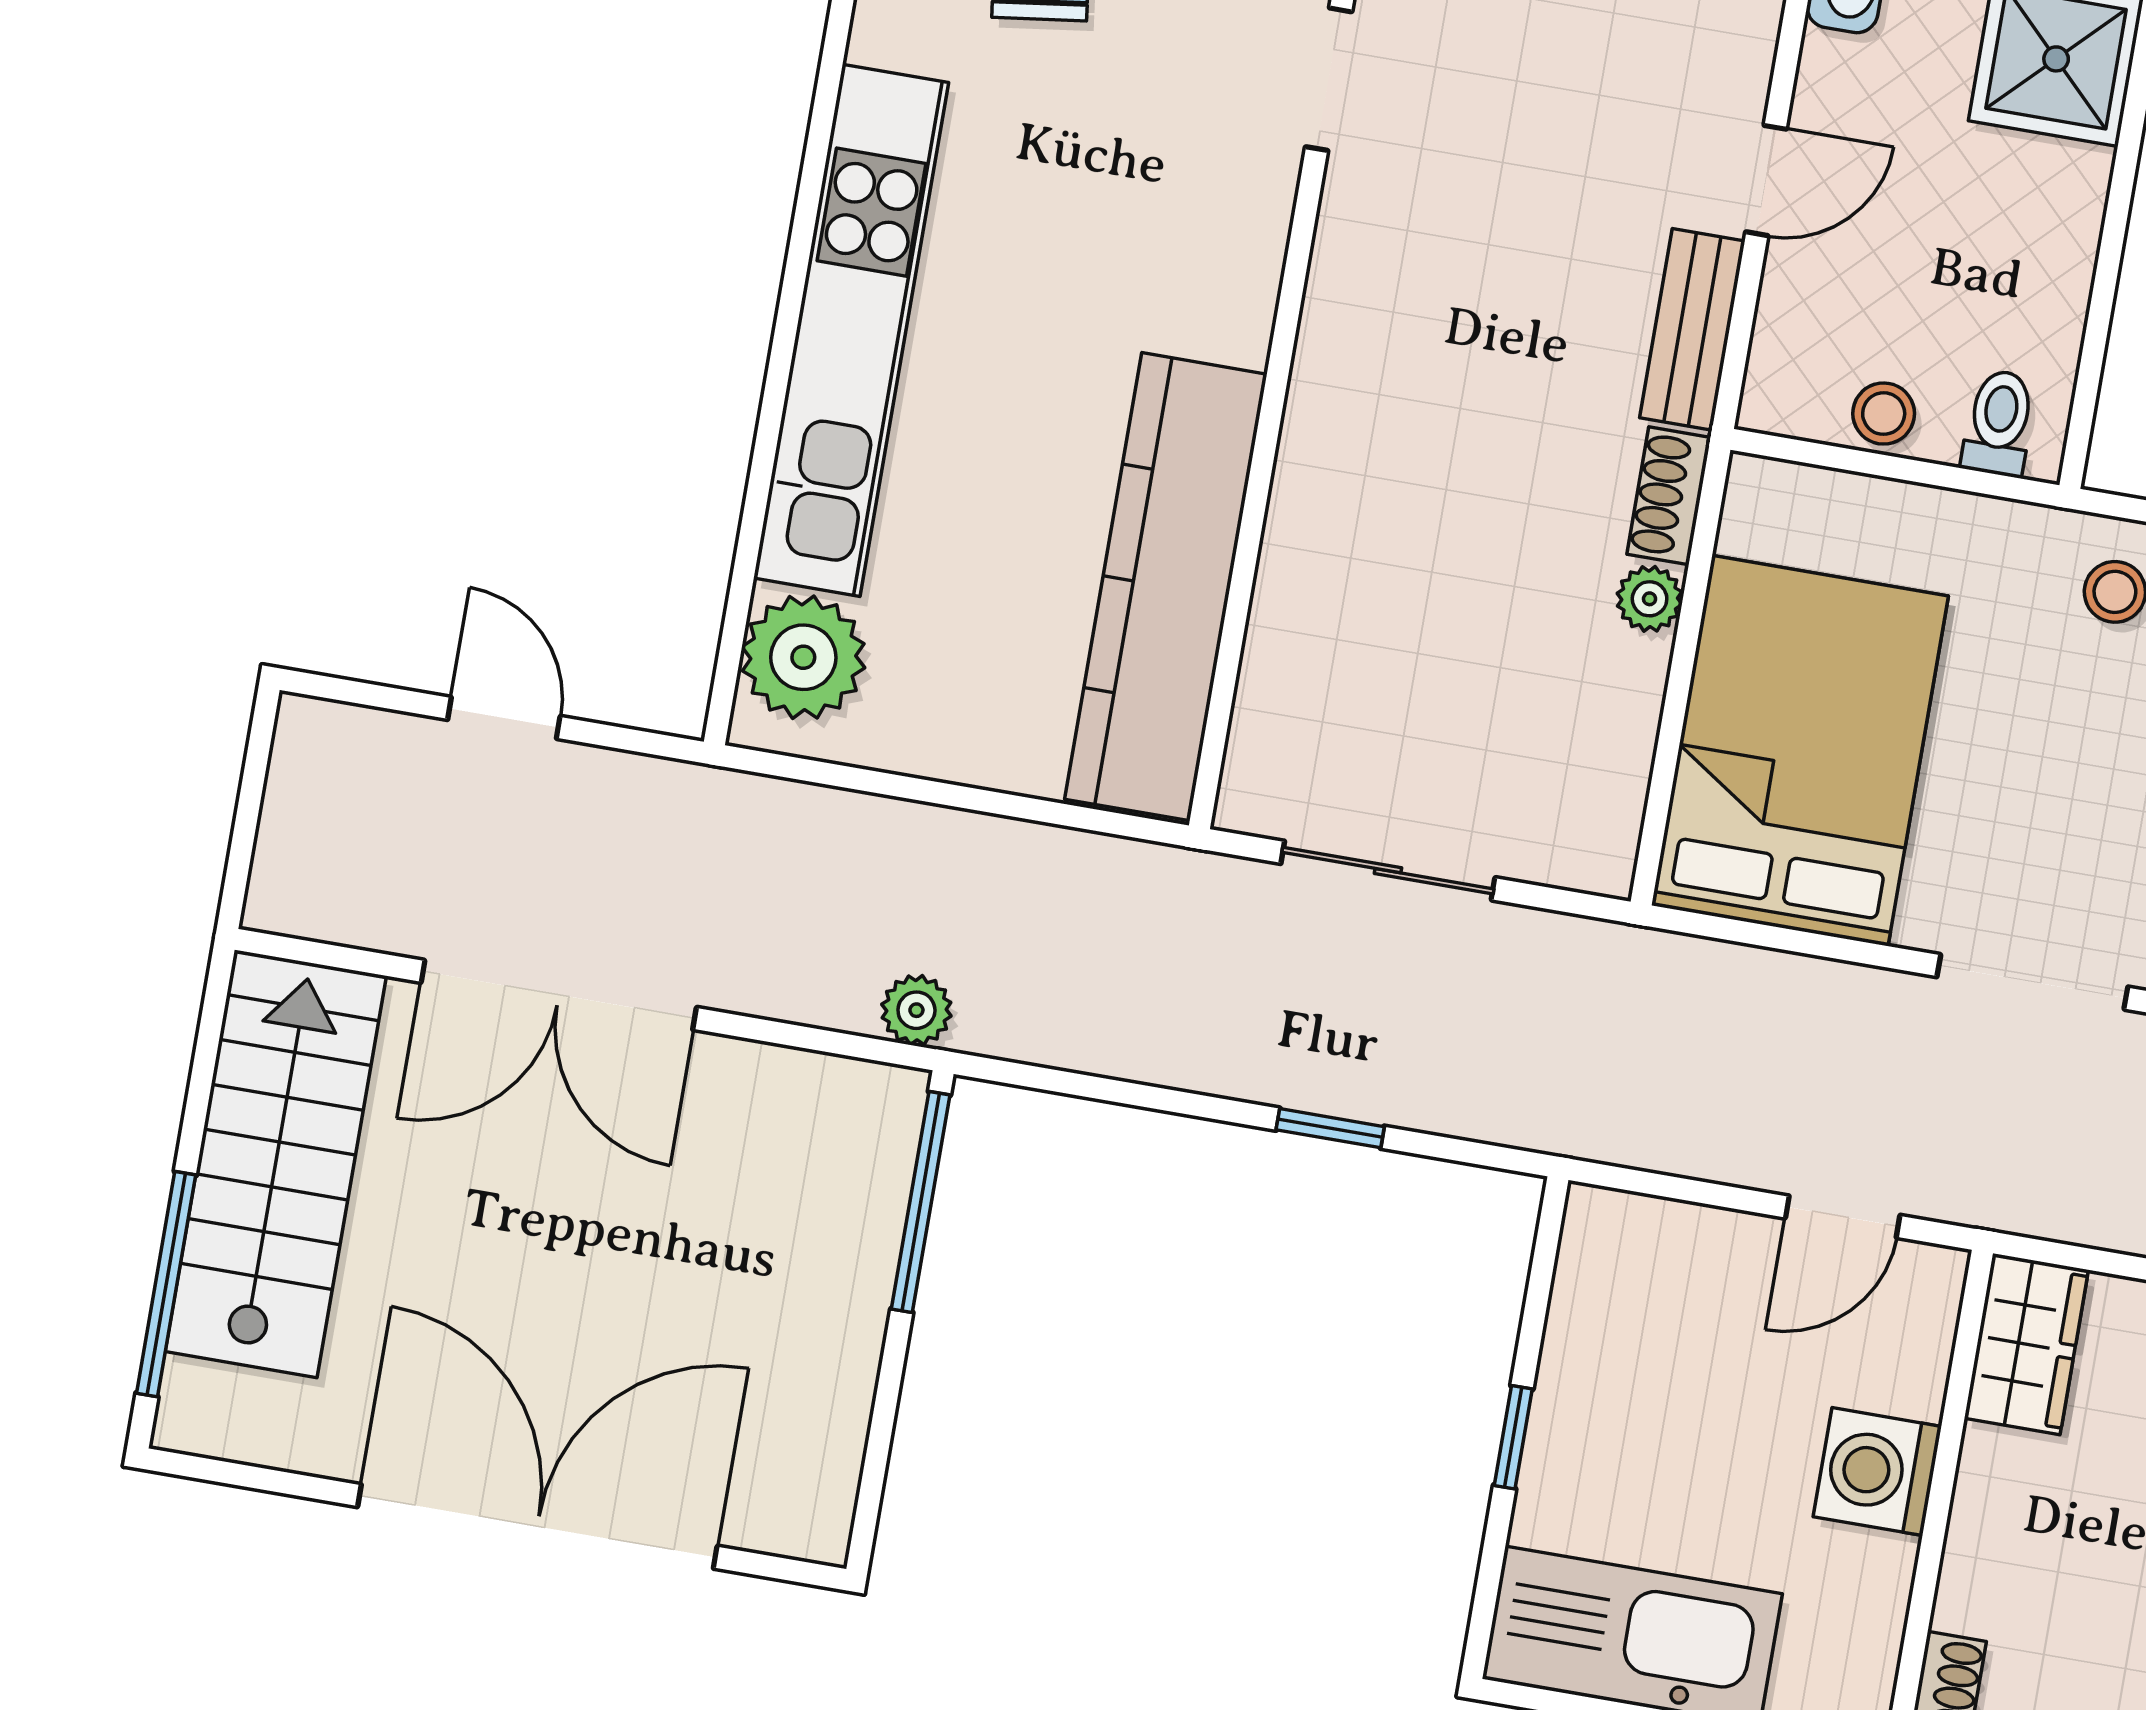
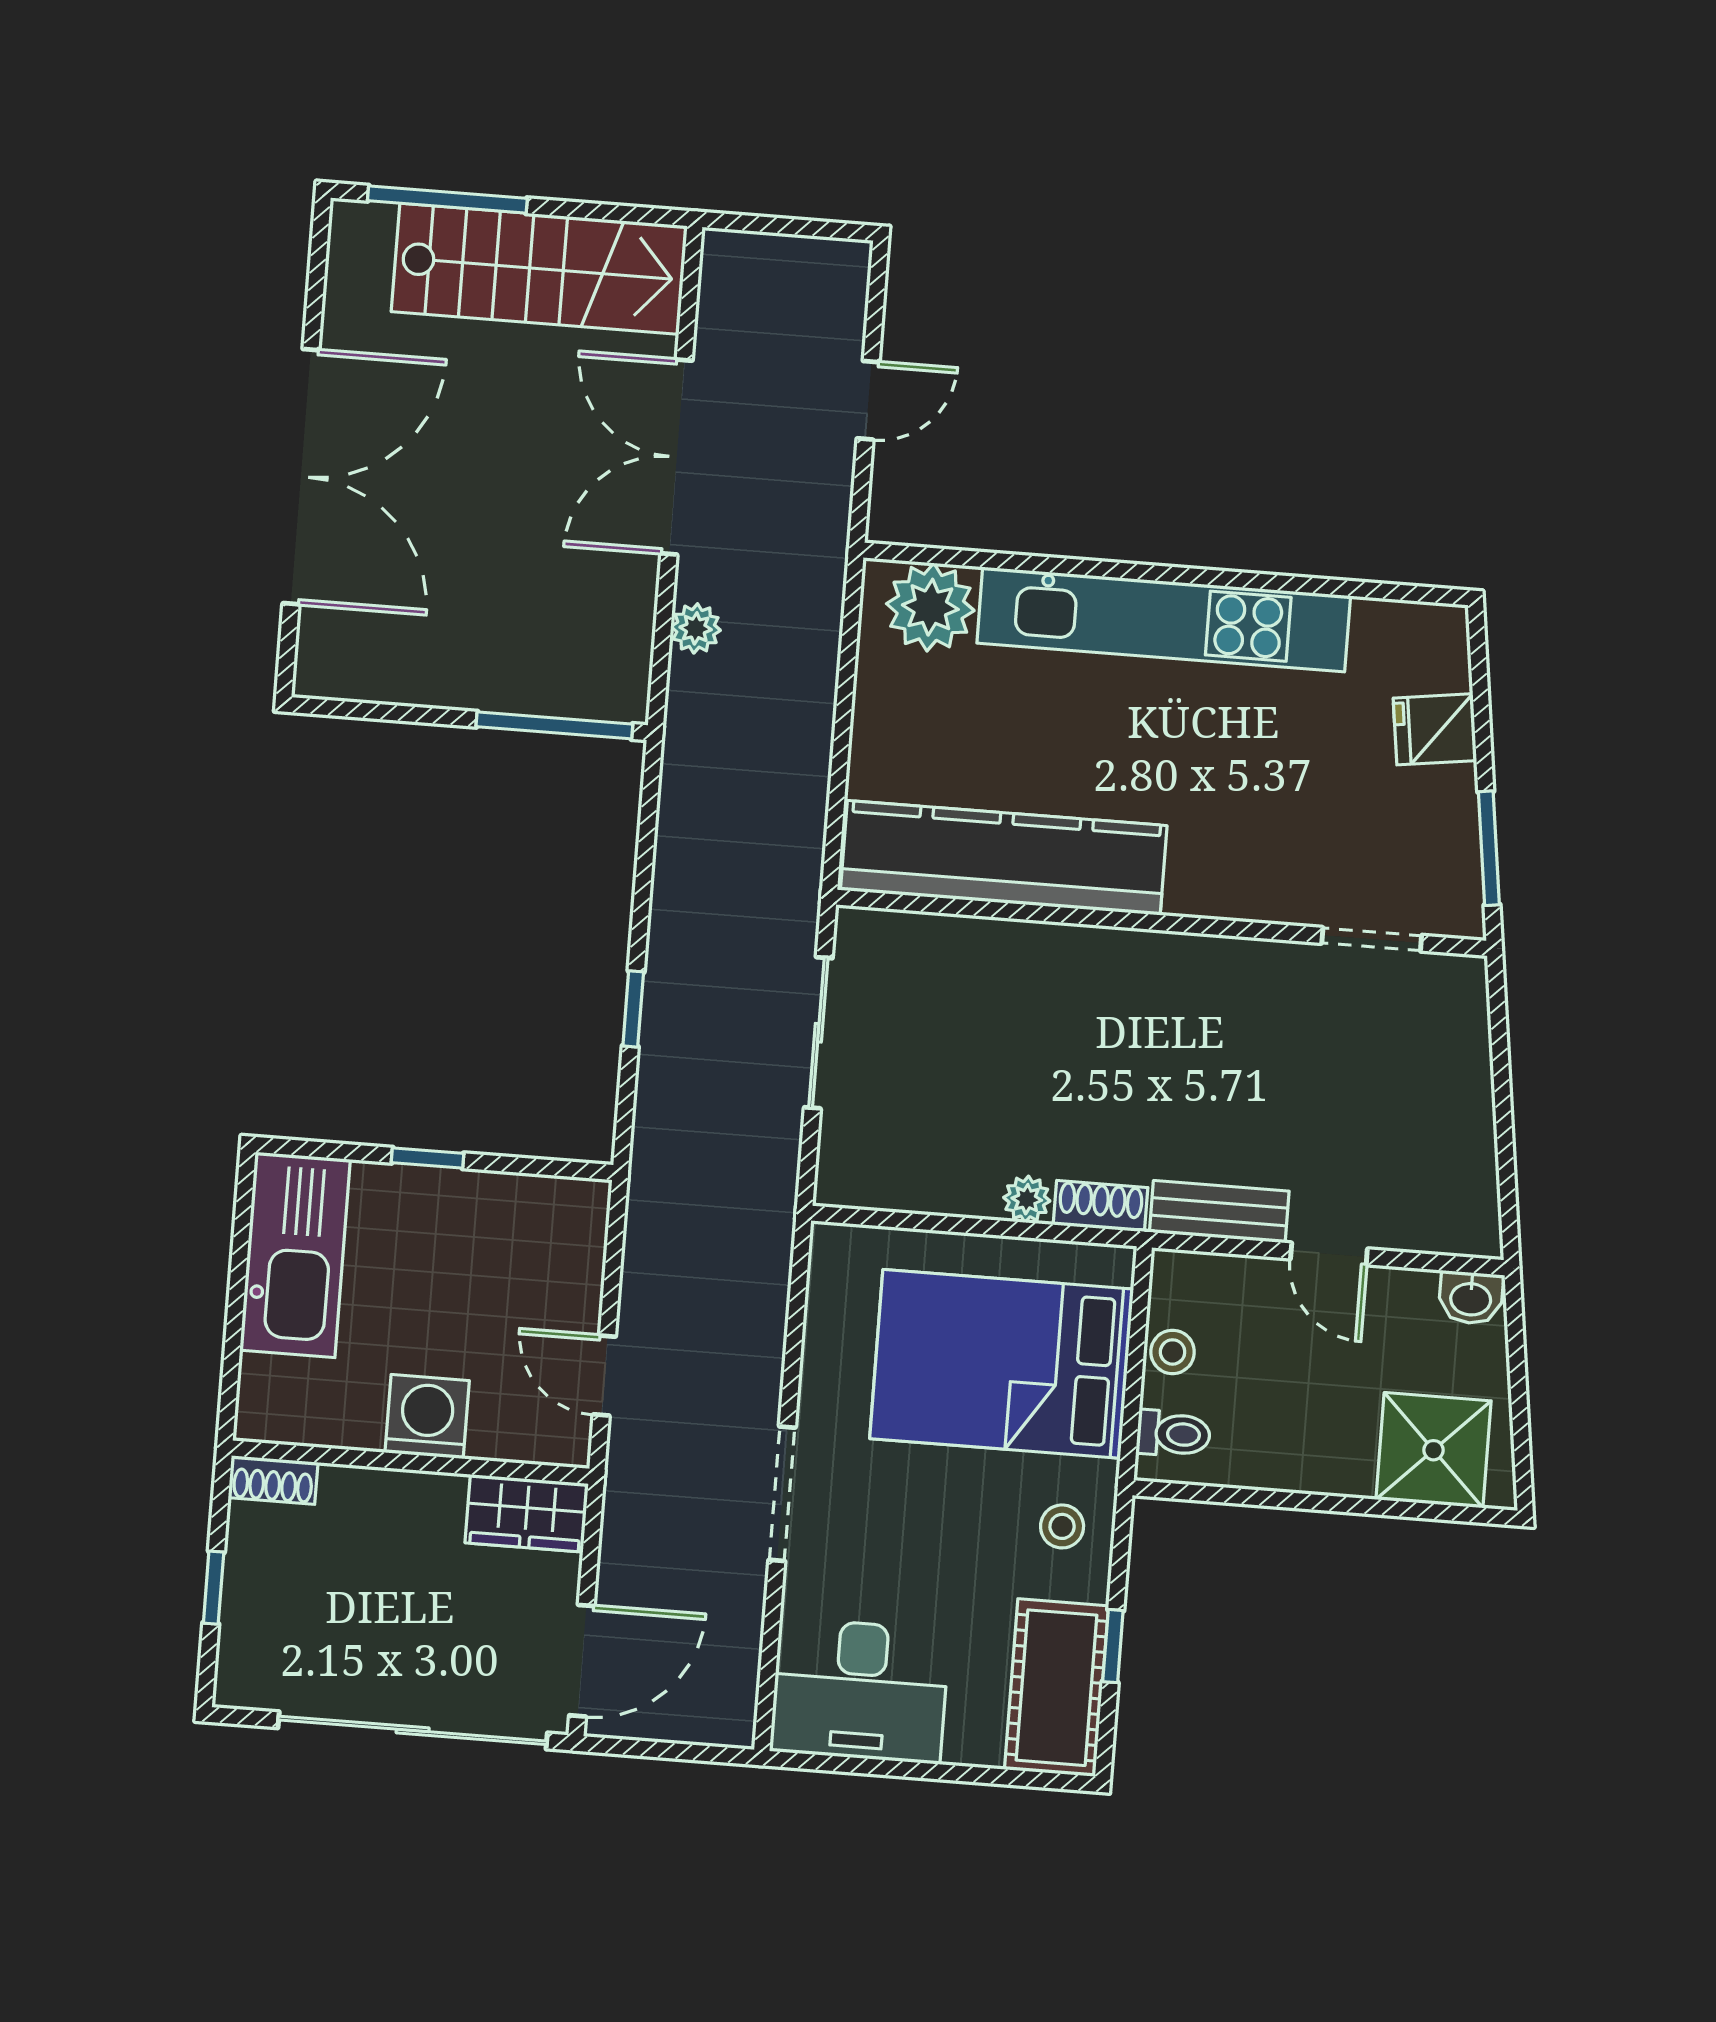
bed: (1800, 751) -> (1002, 1364), moved, turned 180
plant: (916, 1010) -> (696, 628), moved

